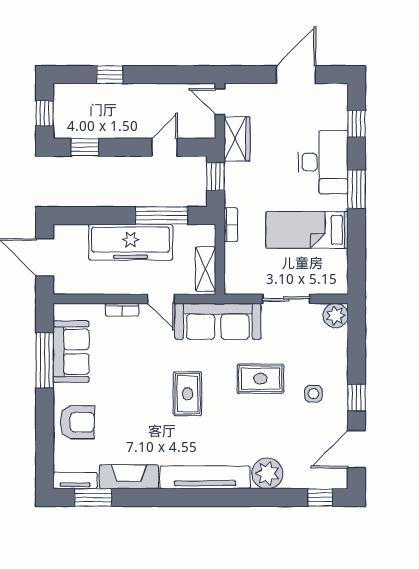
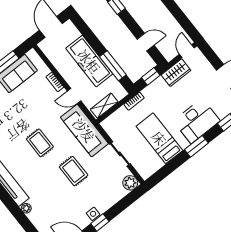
door: (161, 299) -> (74, 96), hinge flipped
rug: (187, 394) -> (40, 143), turned 90
side table: (313, 394) -> (93, 214), moved
plant: (267, 473) -> (26, 208), width x0.53, depth x0.53

